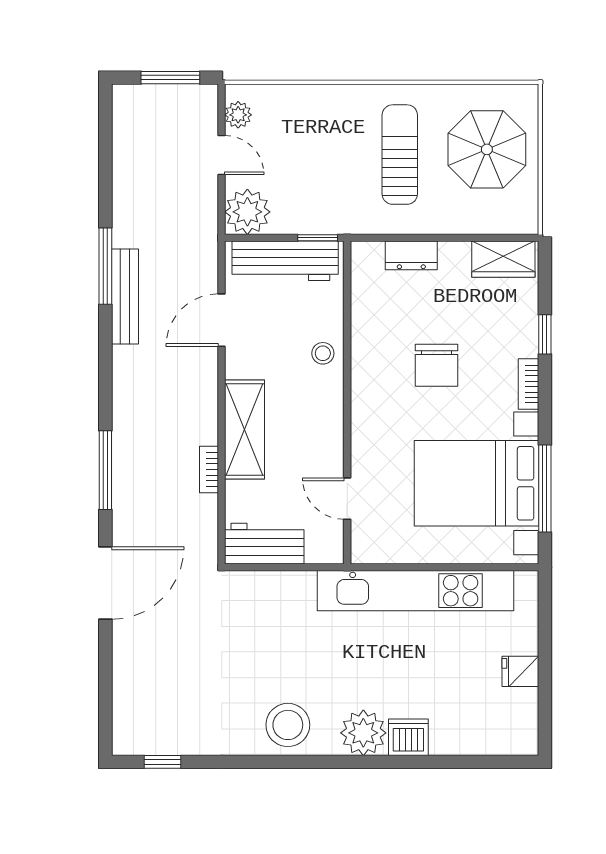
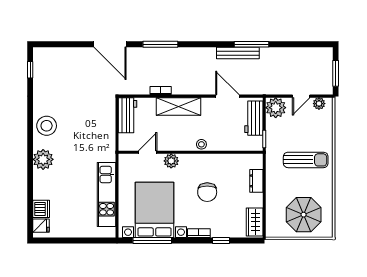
sun lounger: (400, 155) -> (306, 160), moved
workbench: (285, 261) -> (254, 118), width x0.73
stool: (323, 353) -> (201, 144), moved
chair: (437, 365) -> (207, 192), turned -90
plant: (367, 446) -> (171, 161), added
kitchen unit: (415, 591) -> (107, 194), width x0.73
fridge: (520, 671) -> (41, 226), moved, turned 90
dishwasher: (408, 737) -> (41, 209), moved

